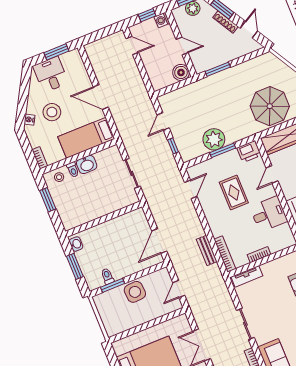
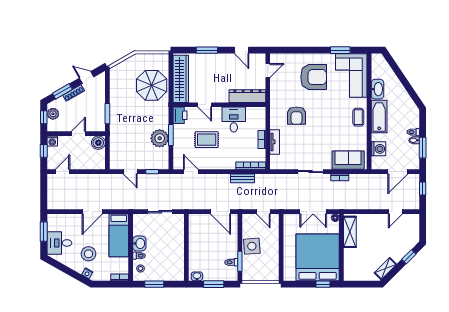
tv unit: (247, 276) -> (275, 142), moved

